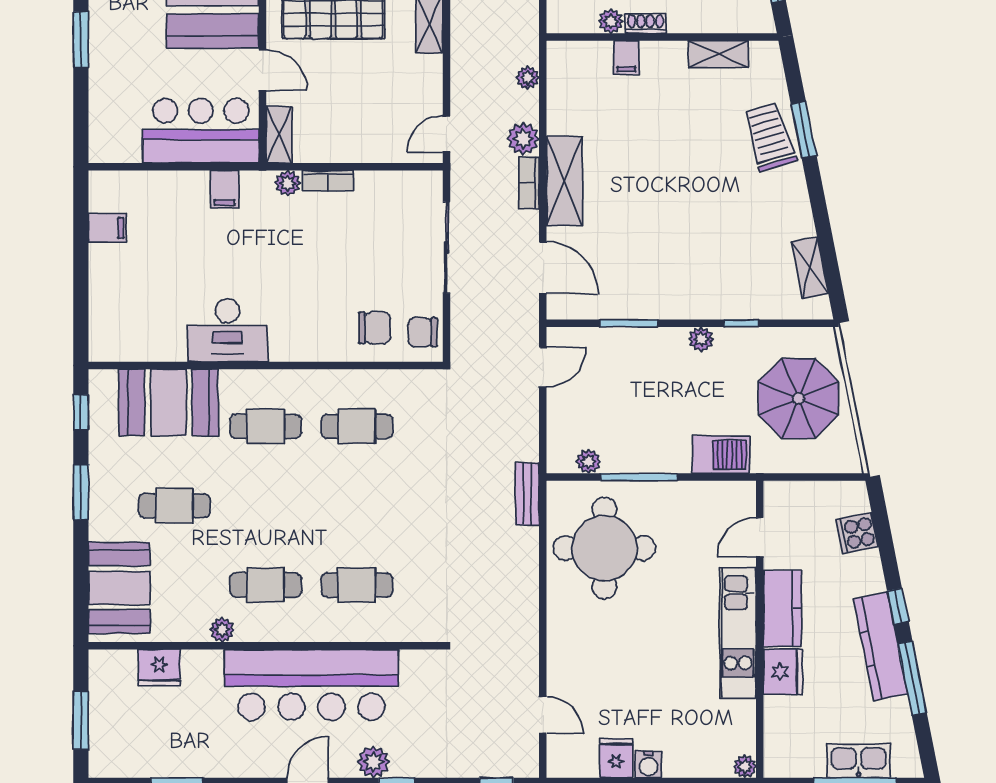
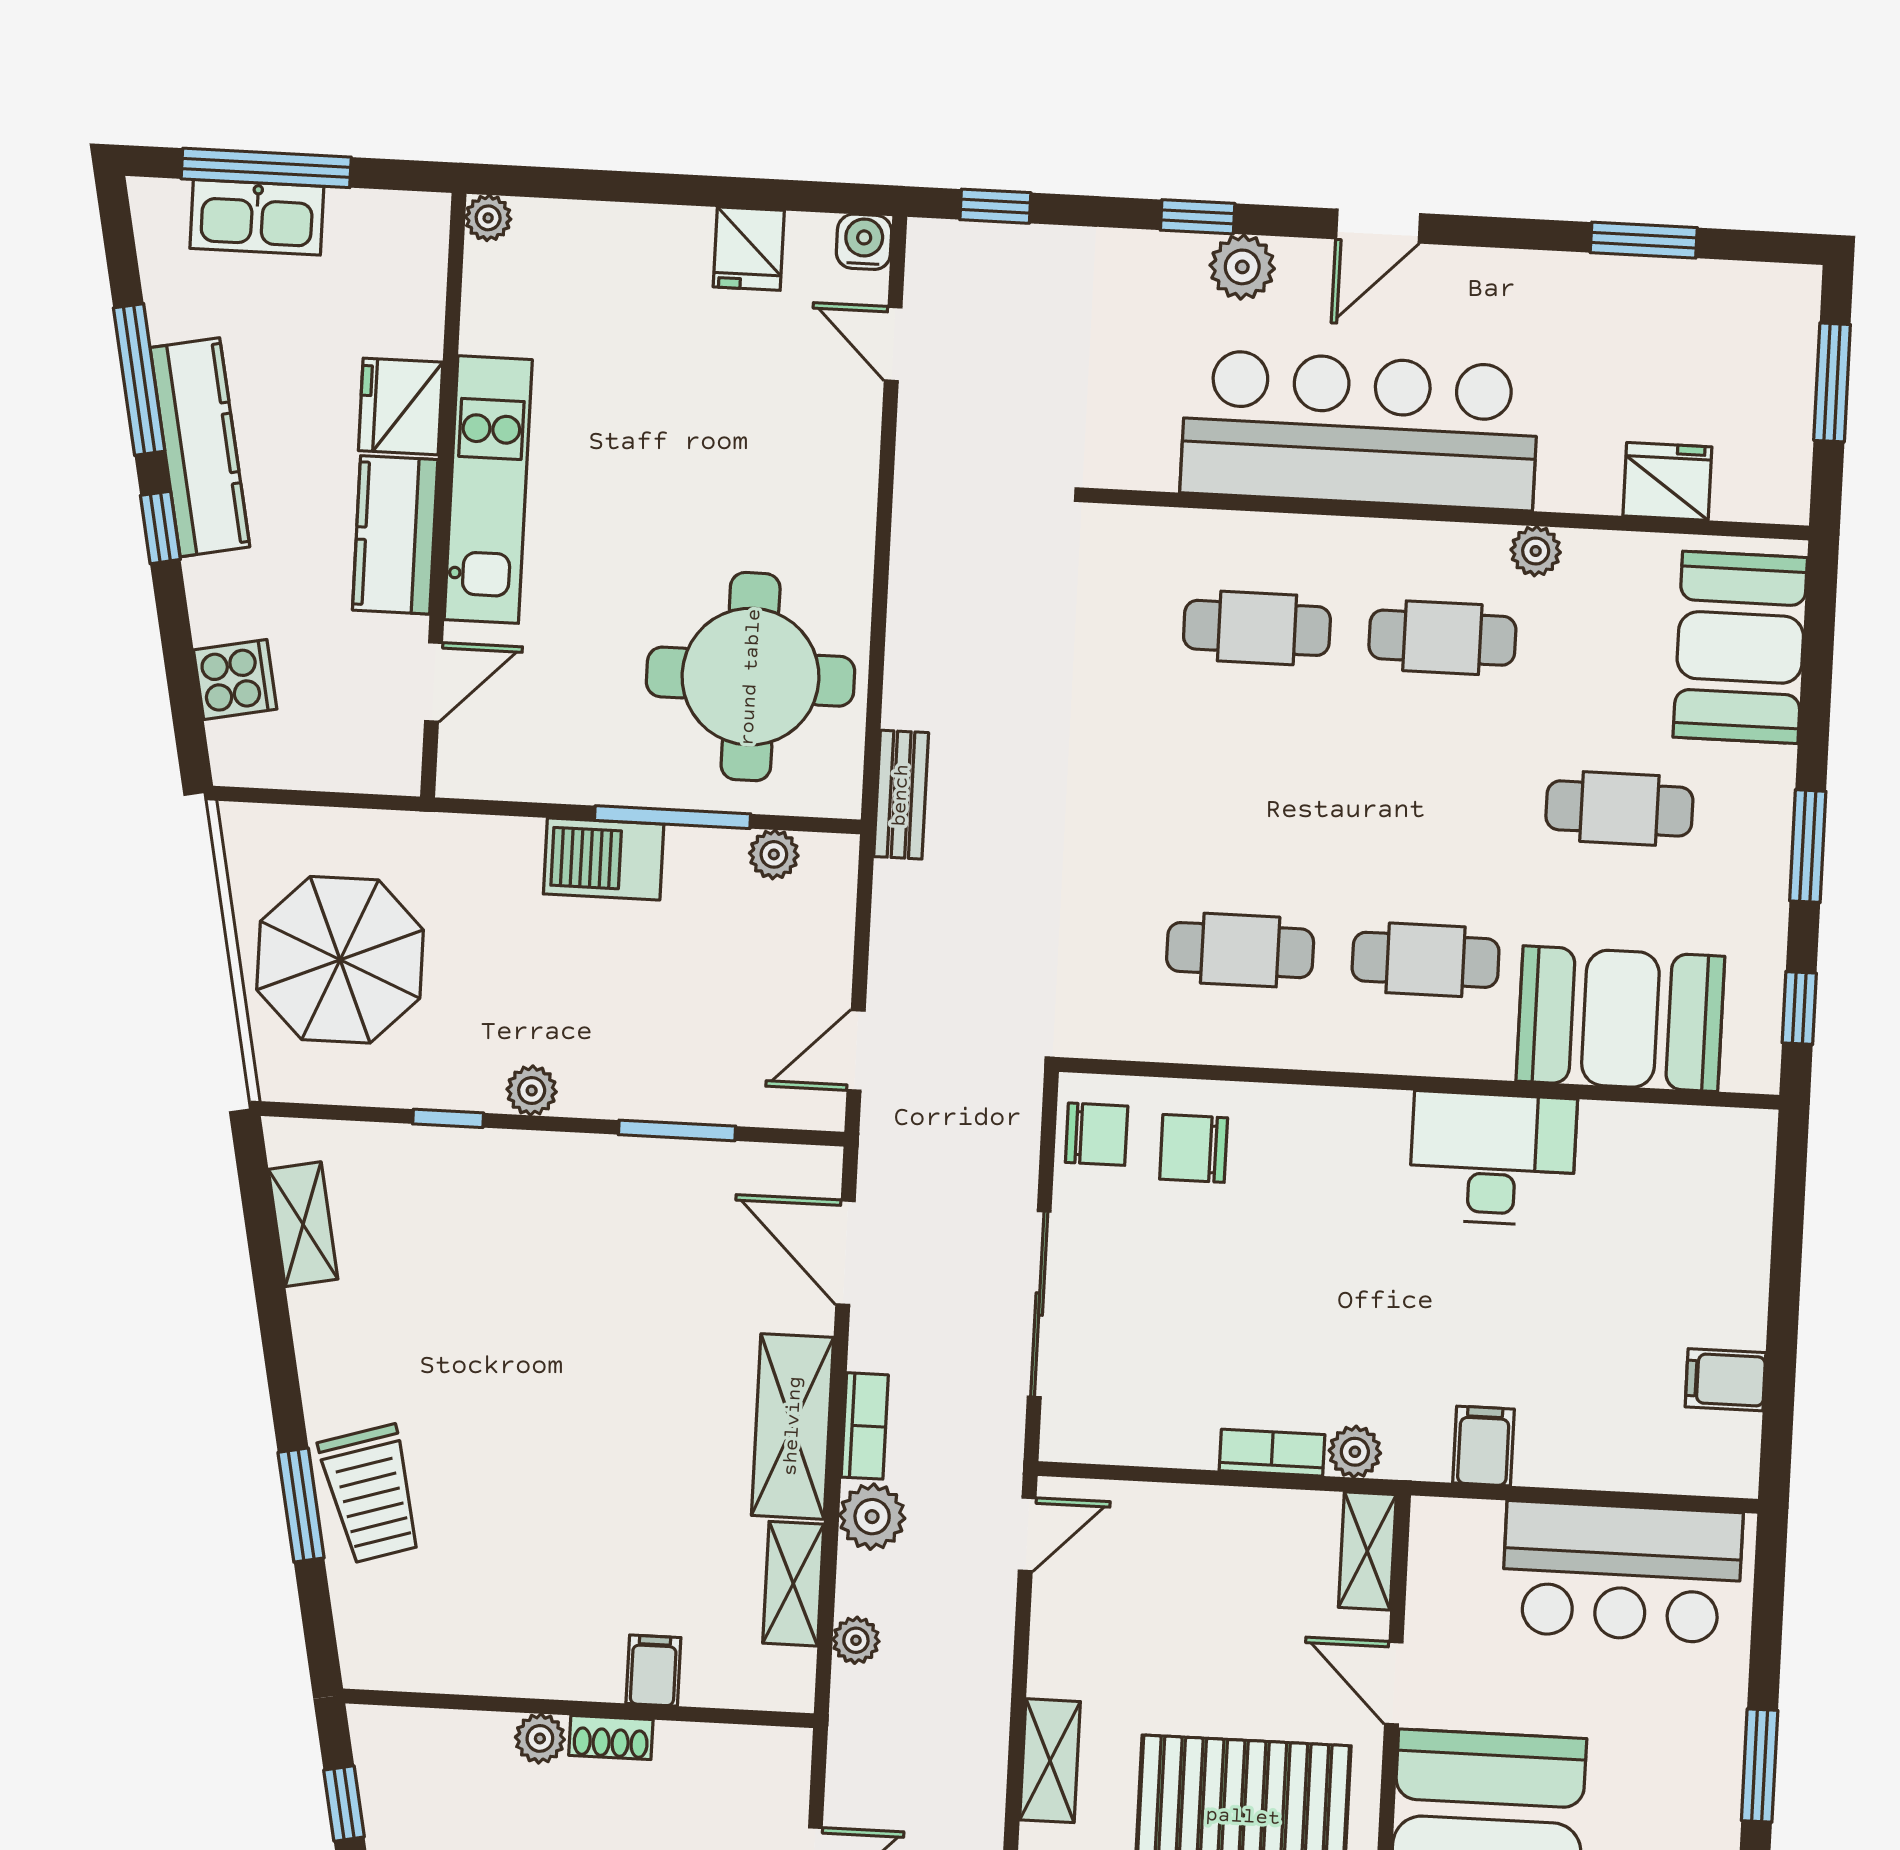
plant: (611, 21) -> (540, 1738), moved
shelving: (718, 54) -> (793, 1584), moved, turned 90
bar counter: (201, 131) -> (1622, 1572), moved
barbecue: (721, 455) -> (604, 859), moved
water cooler: (648, 764) -> (864, 242), moved

